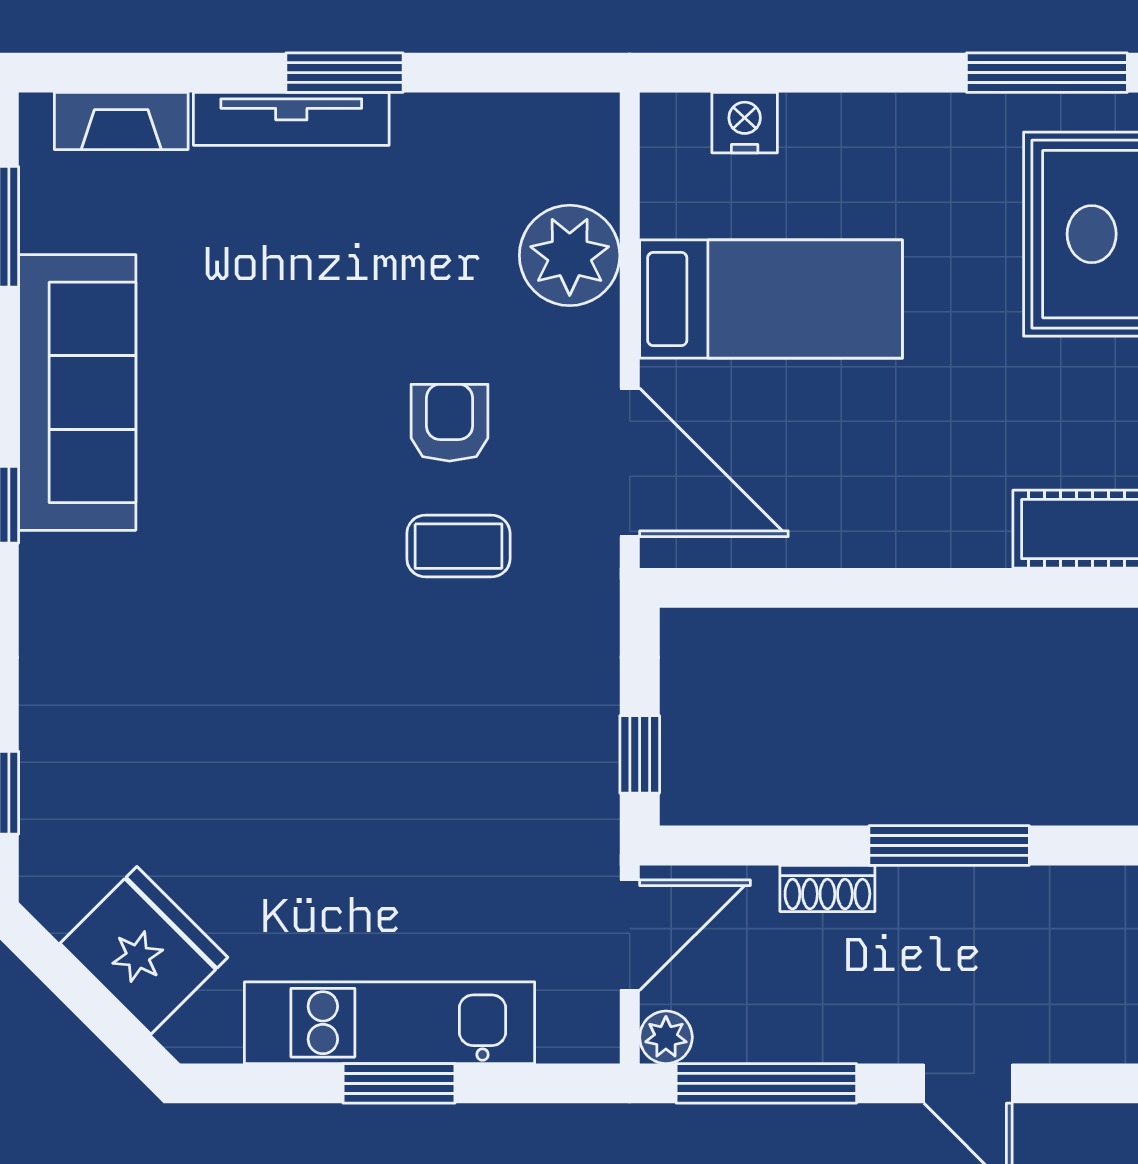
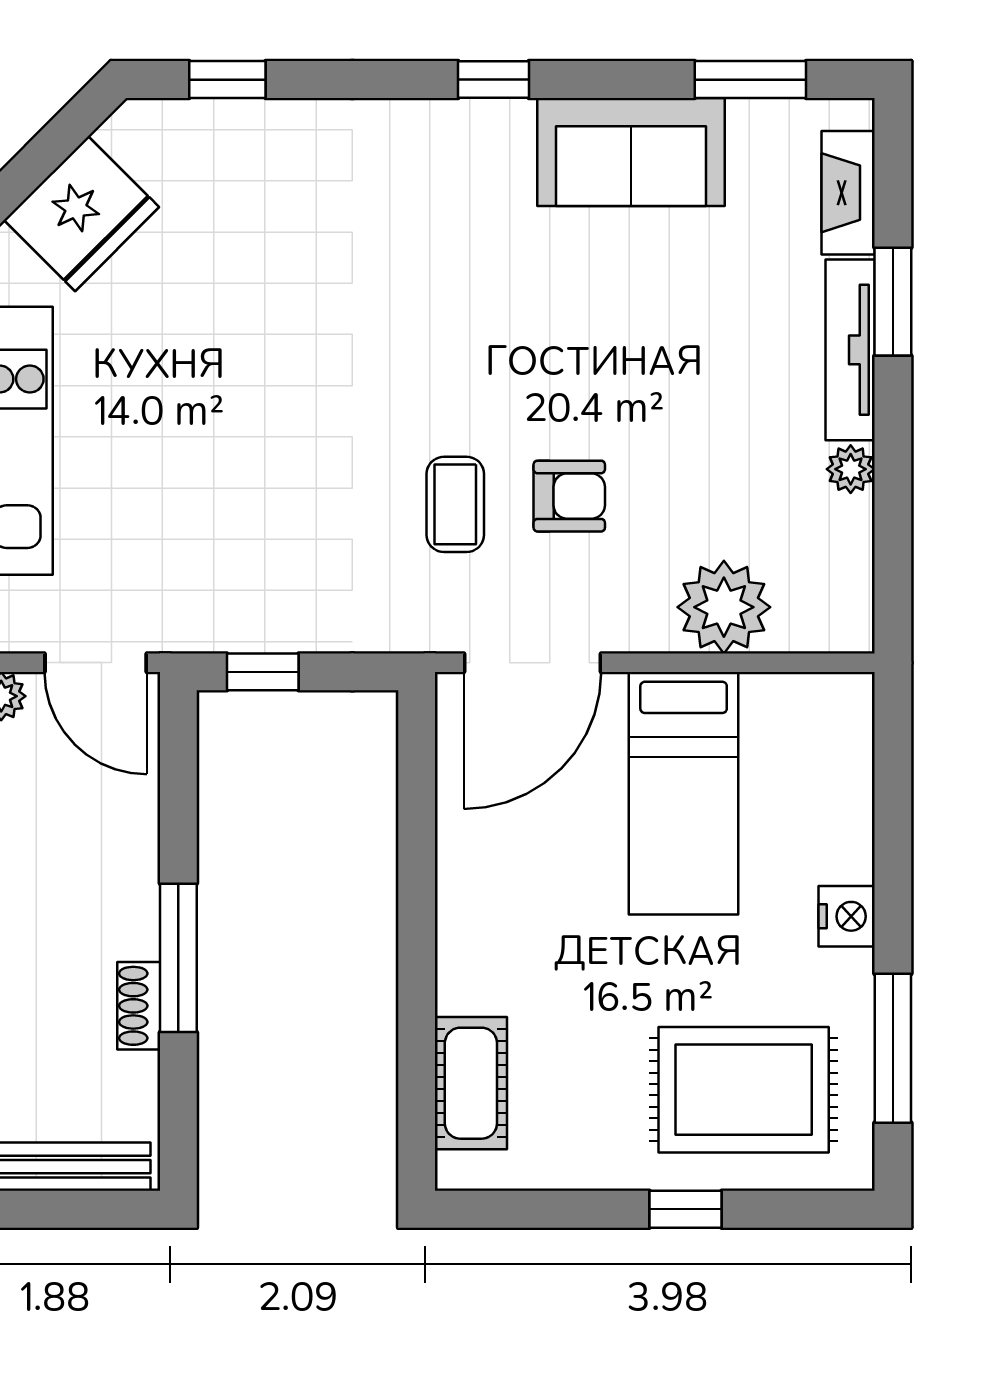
window: (345, 73) -> (893, 302), moved
plant: (420, 118) -> (851, 469), added
nightstand: (745, 123) -> (847, 916), moved
sofa: (77, 392) -> (631, 152), width x0.73
shoe rack: (827, 888) -> (139, 1006), moved

